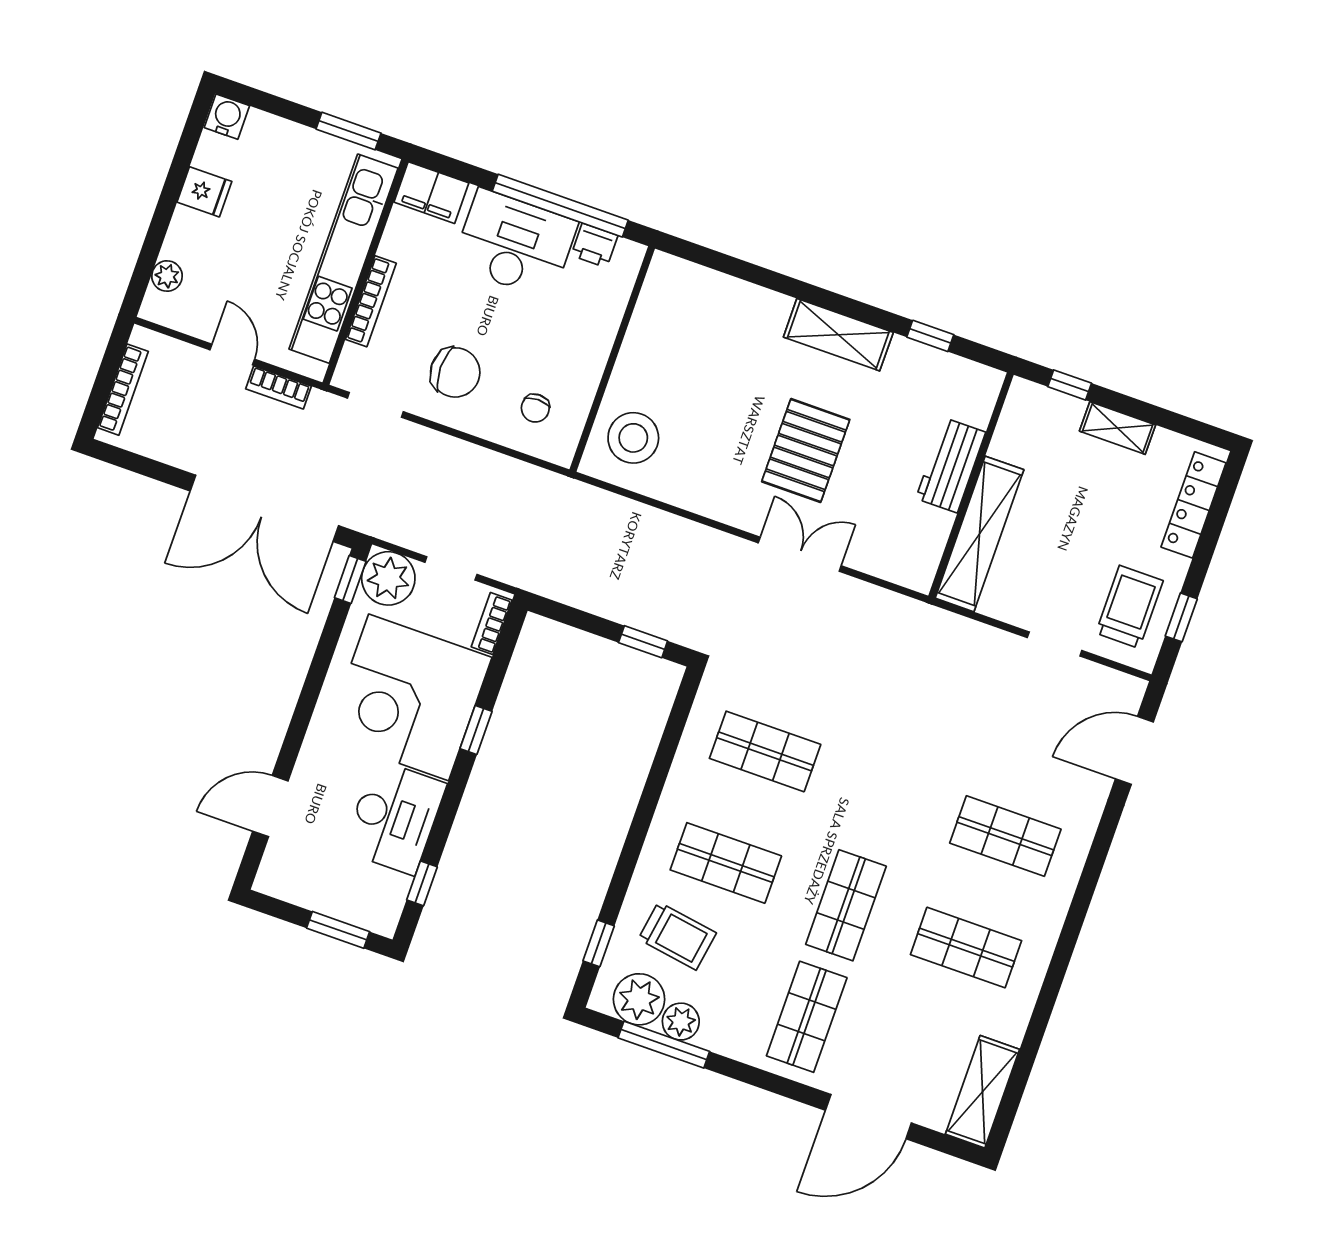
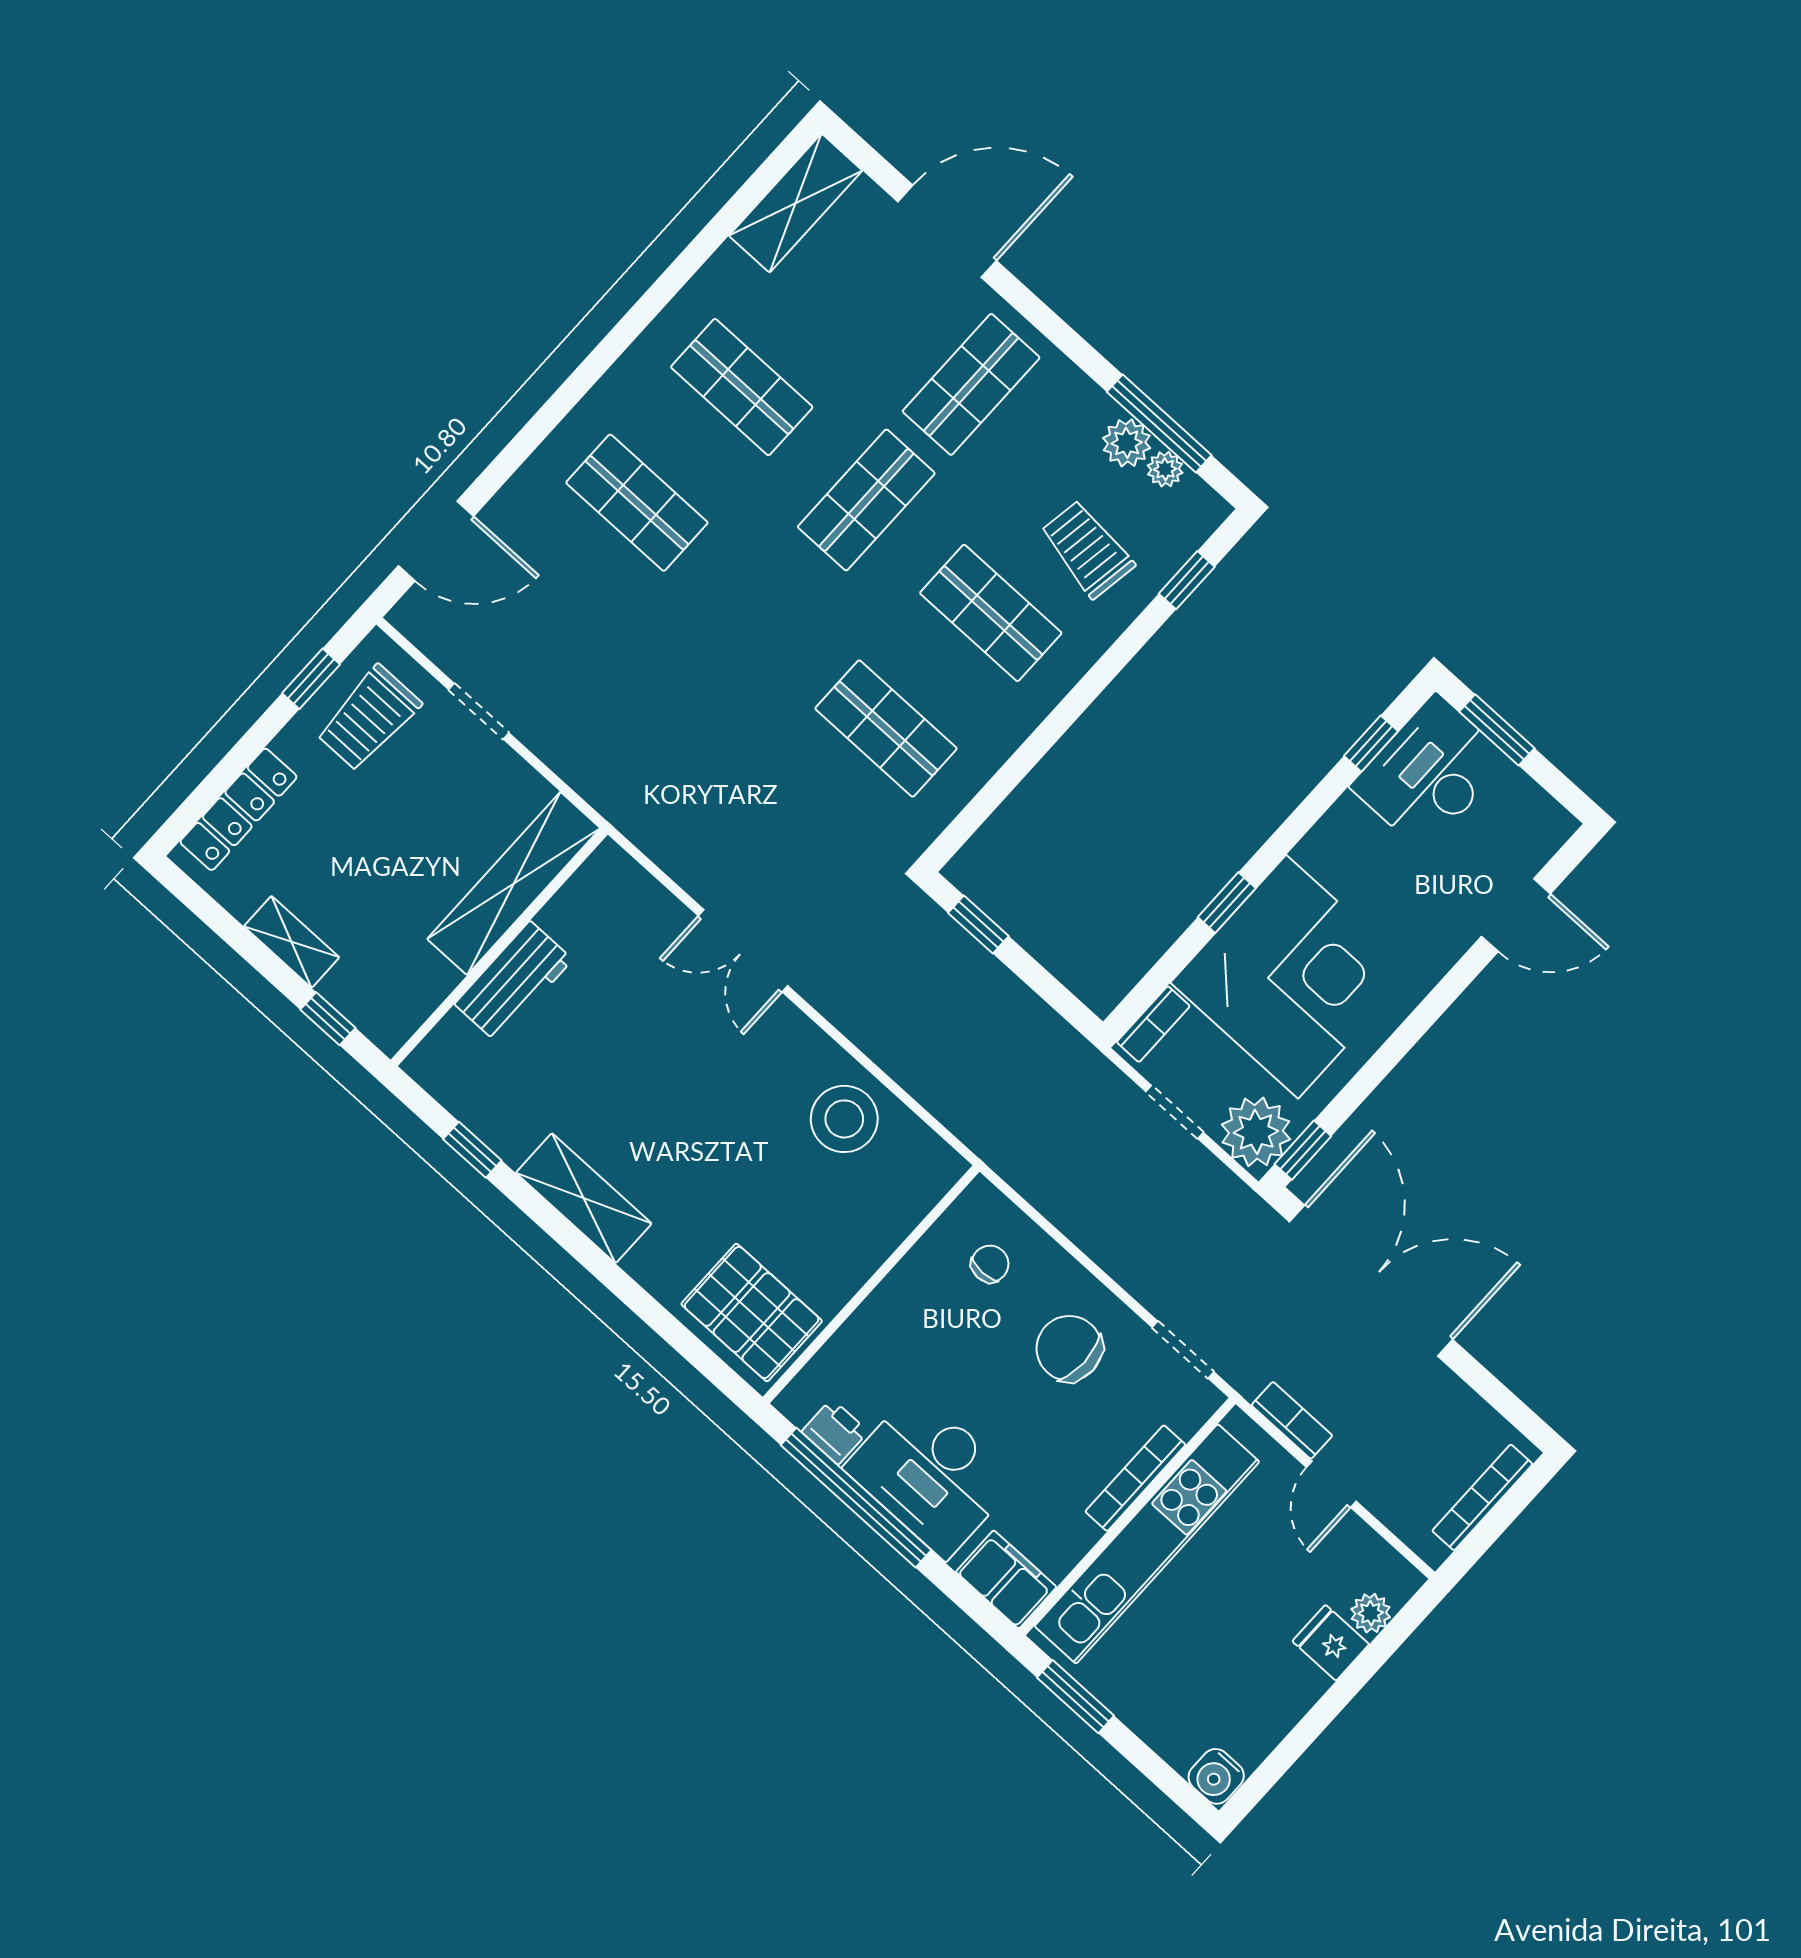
fridge: (204, 192) -> (1331, 1643), moved
stool: (633, 438) -> (844, 1119), moved
pallet: (806, 451) -> (752, 1313), moved, turned 90
desk: (395, 817) -> (1430, 773), moved
plant: (639, 999) -> (1165, 469), width x0.53, depth x0.53

